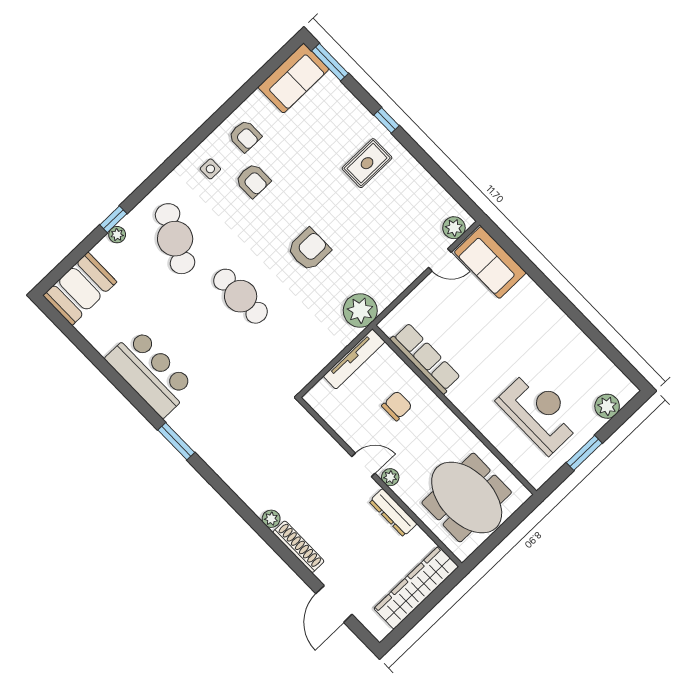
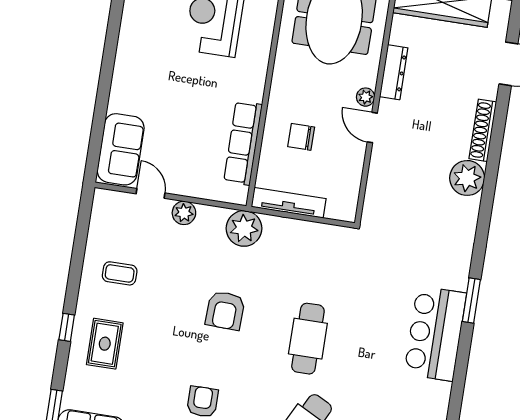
rug: (367, 163) -> (105, 344), moved, turned 90
coffee table: (397, 191) -> (120, 273), added
plant: (454, 228) -> (184, 213), moved
armchair: (309, 250) -> (225, 310), turned -88
bar counter: (150, 373) -> (435, 334), moved
plant: (271, 519) -> (467, 178), width x1.87, depth x1.87

